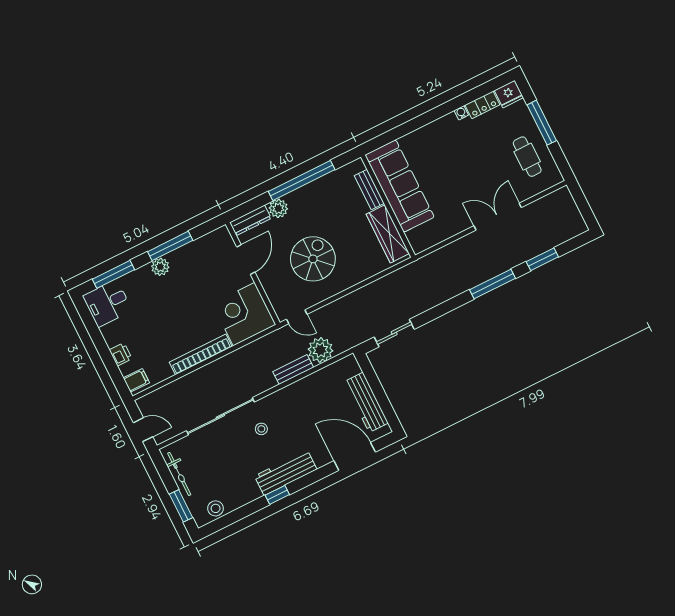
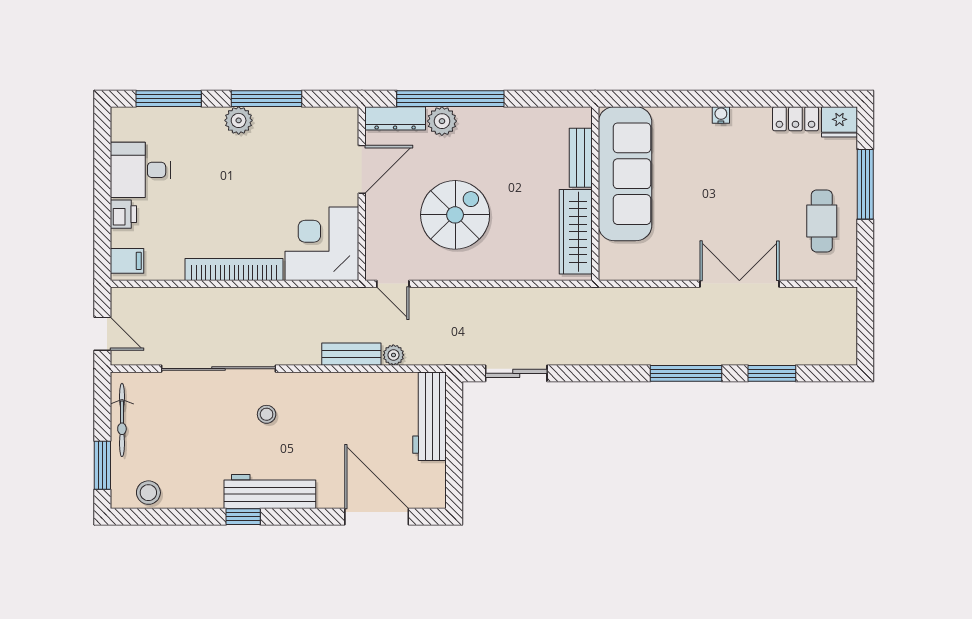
water cooler: (461, 113) -> (721, 115), moved
window: (302, 180) -> (450, 99), moved
desk: (107, 303) -> (140, 170), moved
plant: (320, 350) -> (393, 355), width x0.53, depth x0.53
workbench: (366, 402) -> (430, 416), moved

